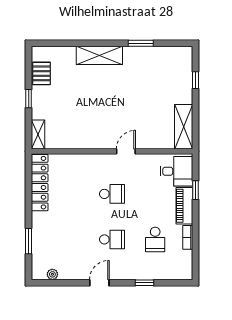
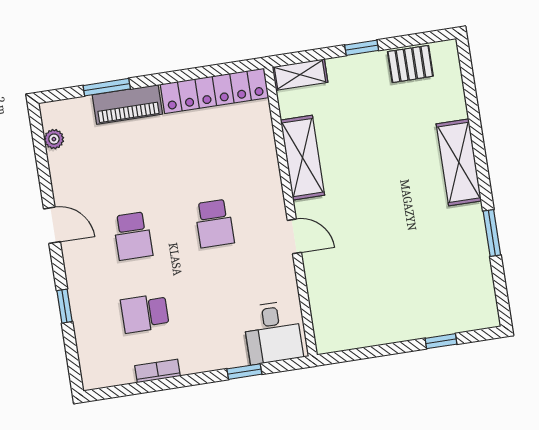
shelving: (184, 127) -> (302, 158), moved, turned 90
piano: (184, 206) -> (127, 104), moved, turned 180

